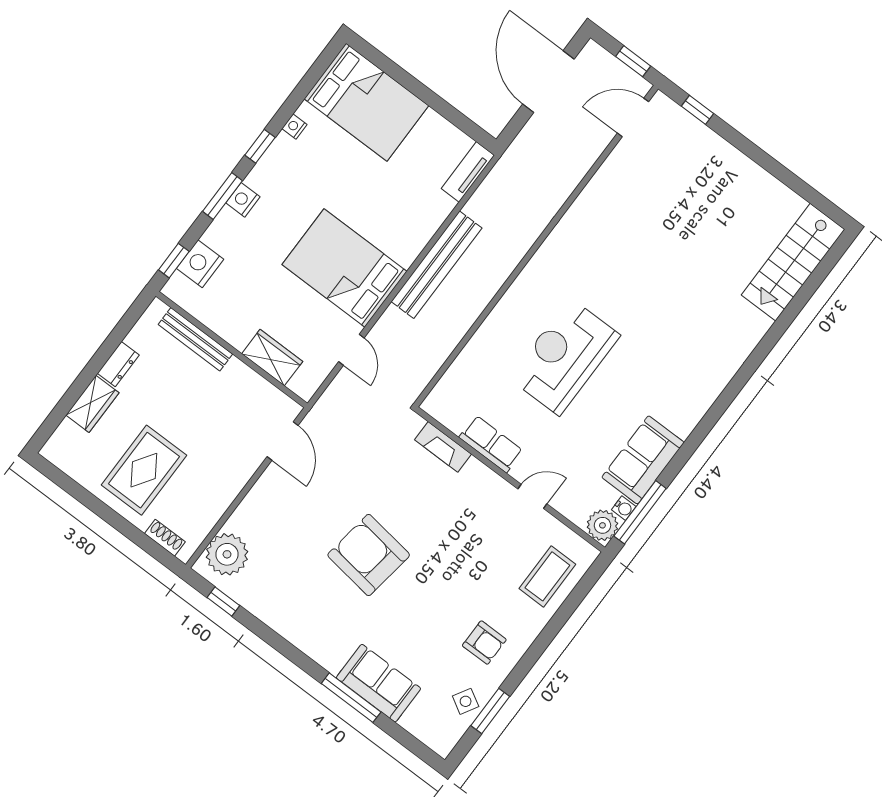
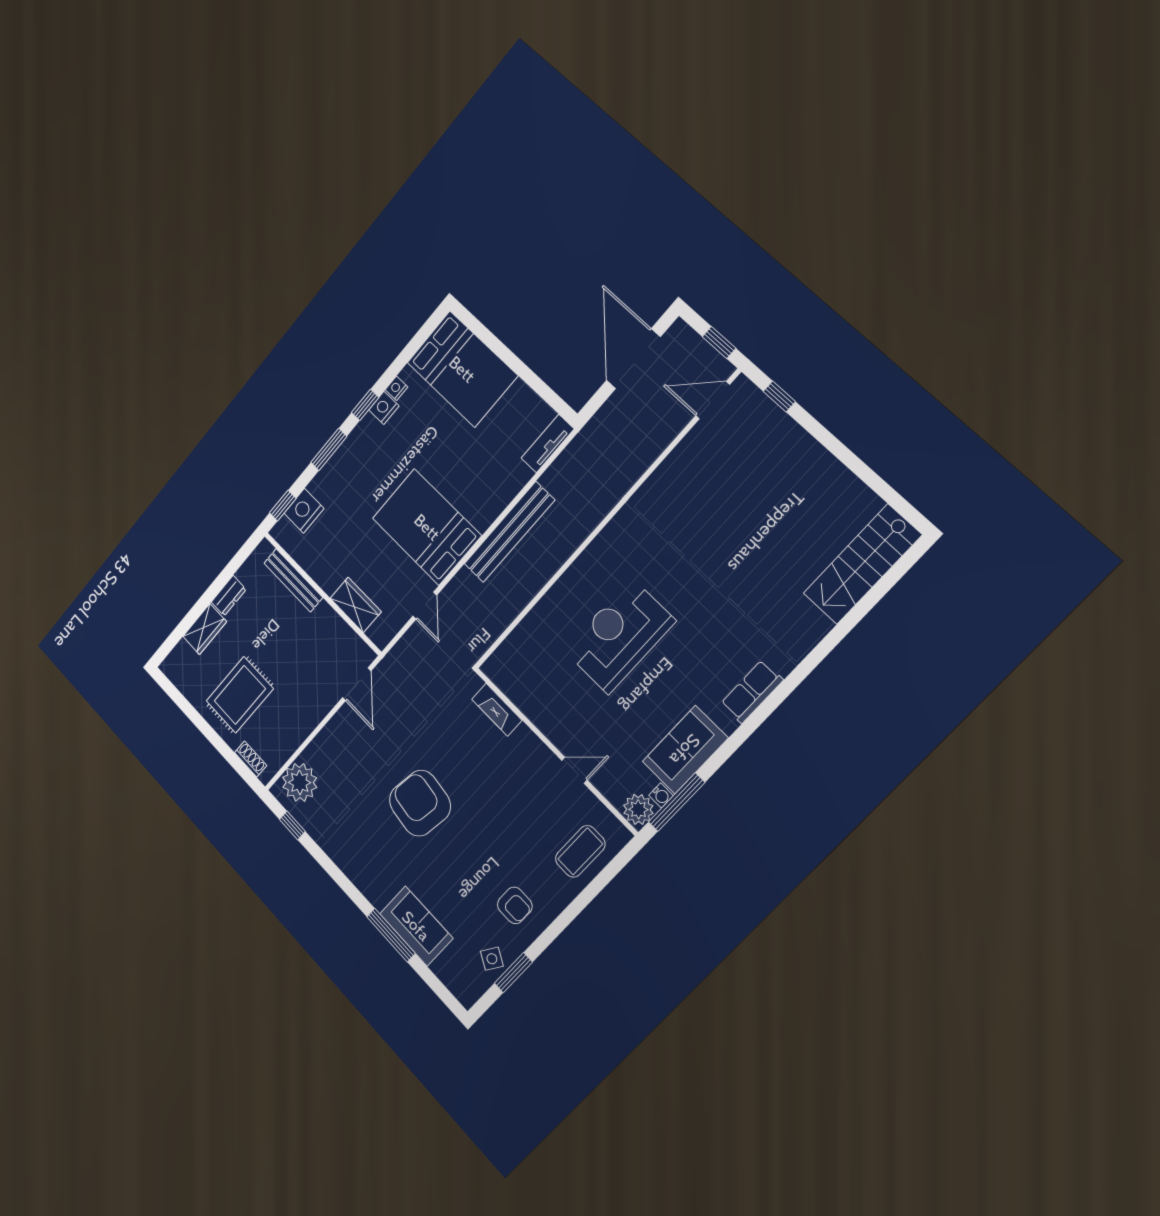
nightstand: (243, 200) -> (384, 408), moved
row of seats: (491, 444) -> (752, 692), moved, turned -90

